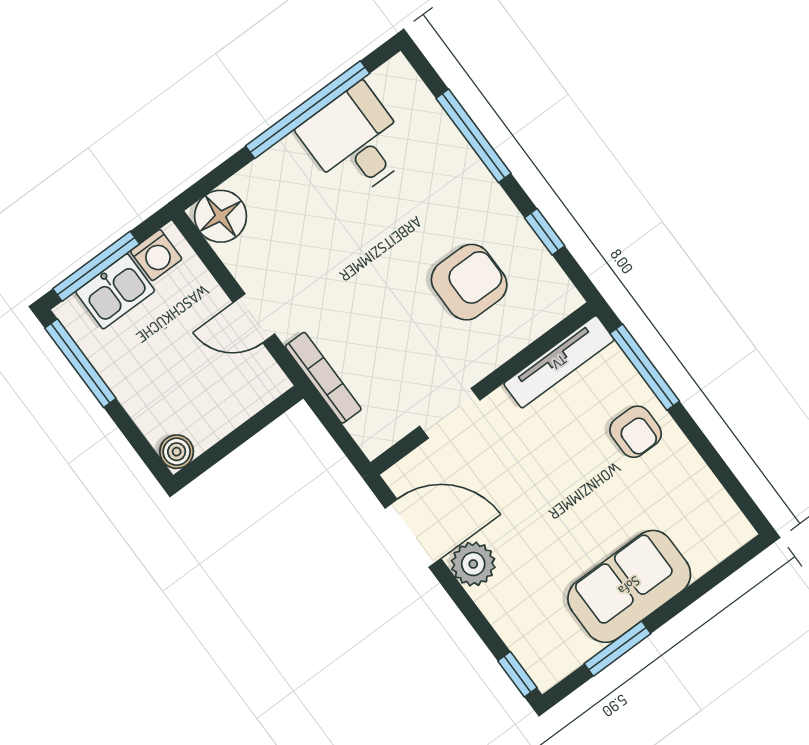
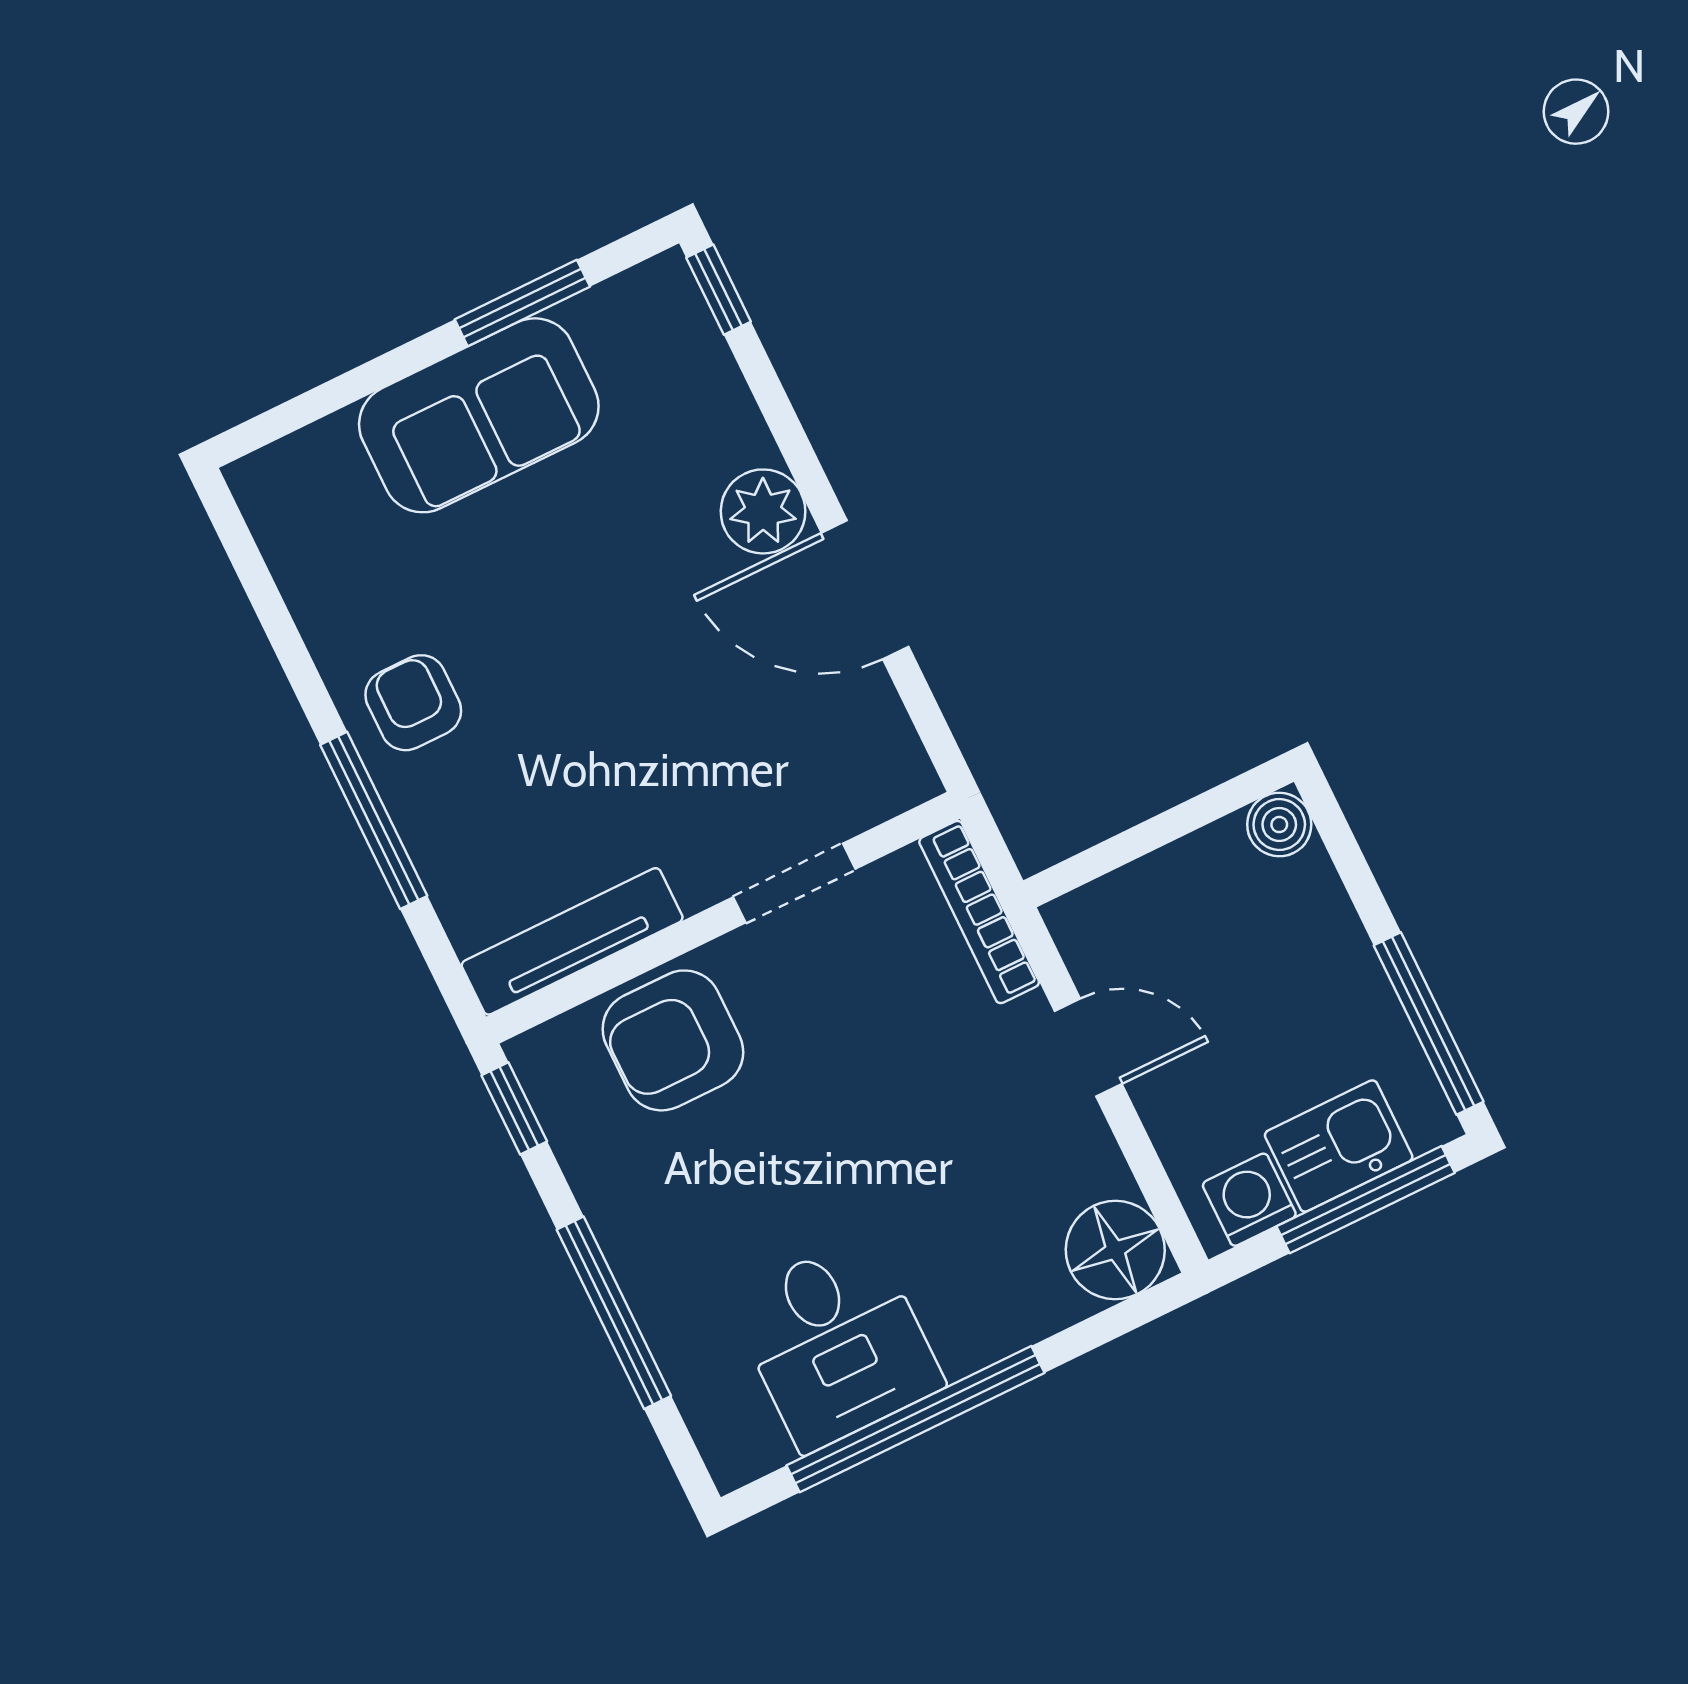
tv unit: (559, 362) -> (572, 941), moved
wall: (483, 388) -> (723, 918), moved
doorway: (450, 413) -> (794, 883), moved

